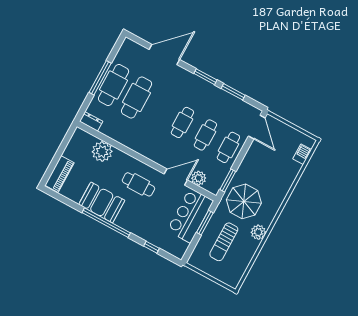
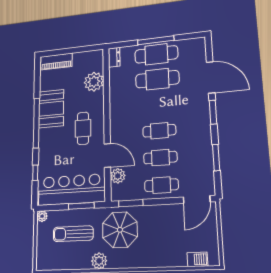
window: (205, 77) -> (213, 112), moved
bar counter: (190, 216) -> (71, 190), width x1.36
plant: (193, 261) -> (42, 216), added

